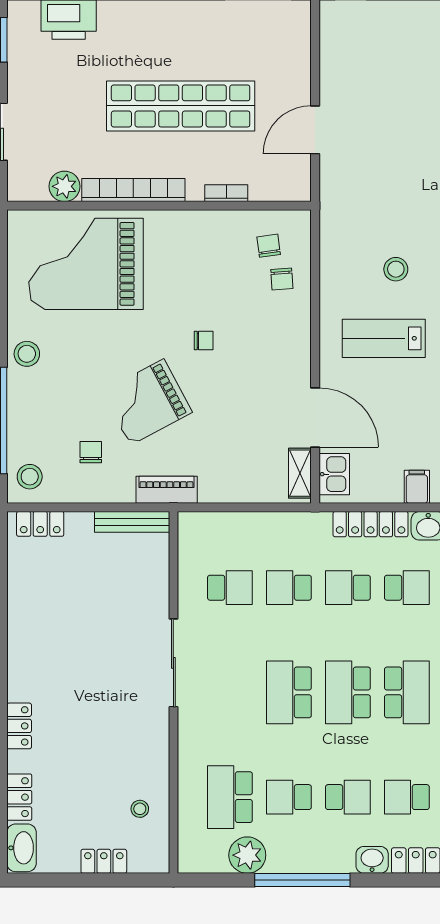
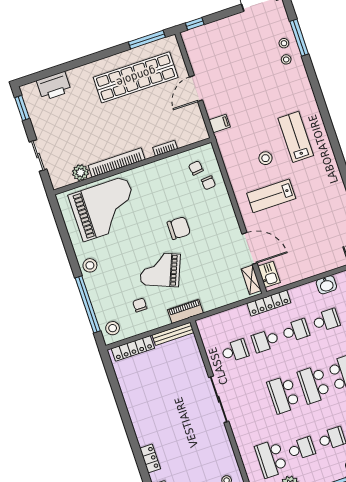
shop shelf: (181, 106) -> (136, 77), moved
door: (315, 130) -> (196, 88), moved
grand piano: (86, 264) -> (105, 209), turned 180
chair: (204, 341) -> (179, 228), width x1.87, depth x1.87
grand piano: (147, 402) -> (160, 269), turned 50
filing cabinet: (417, 487) -> (219, 123), moved, turned 90
locker: (40, 524) -> (133, 348), width x1.53
locker: (371, 524) -> (269, 303), moved
school desk: (348, 588) -> (296, 330), turned 180
school desk: (289, 797) -> (301, 449), turned 180

